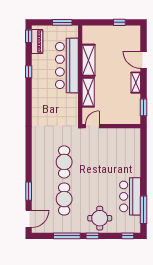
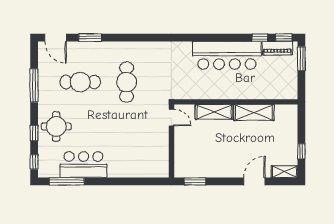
window: (62, 22) -> (301, 59), moved
bar counter: (67, 66) -> (227, 55), moved, turned 180
window: (29, 72) -> (260, 38), moved
shelving: (136, 83) -> (284, 172), moved
cafe table: (64, 162) -> (127, 82), turned 90
window: (92, 236) -> (34, 133), moved

